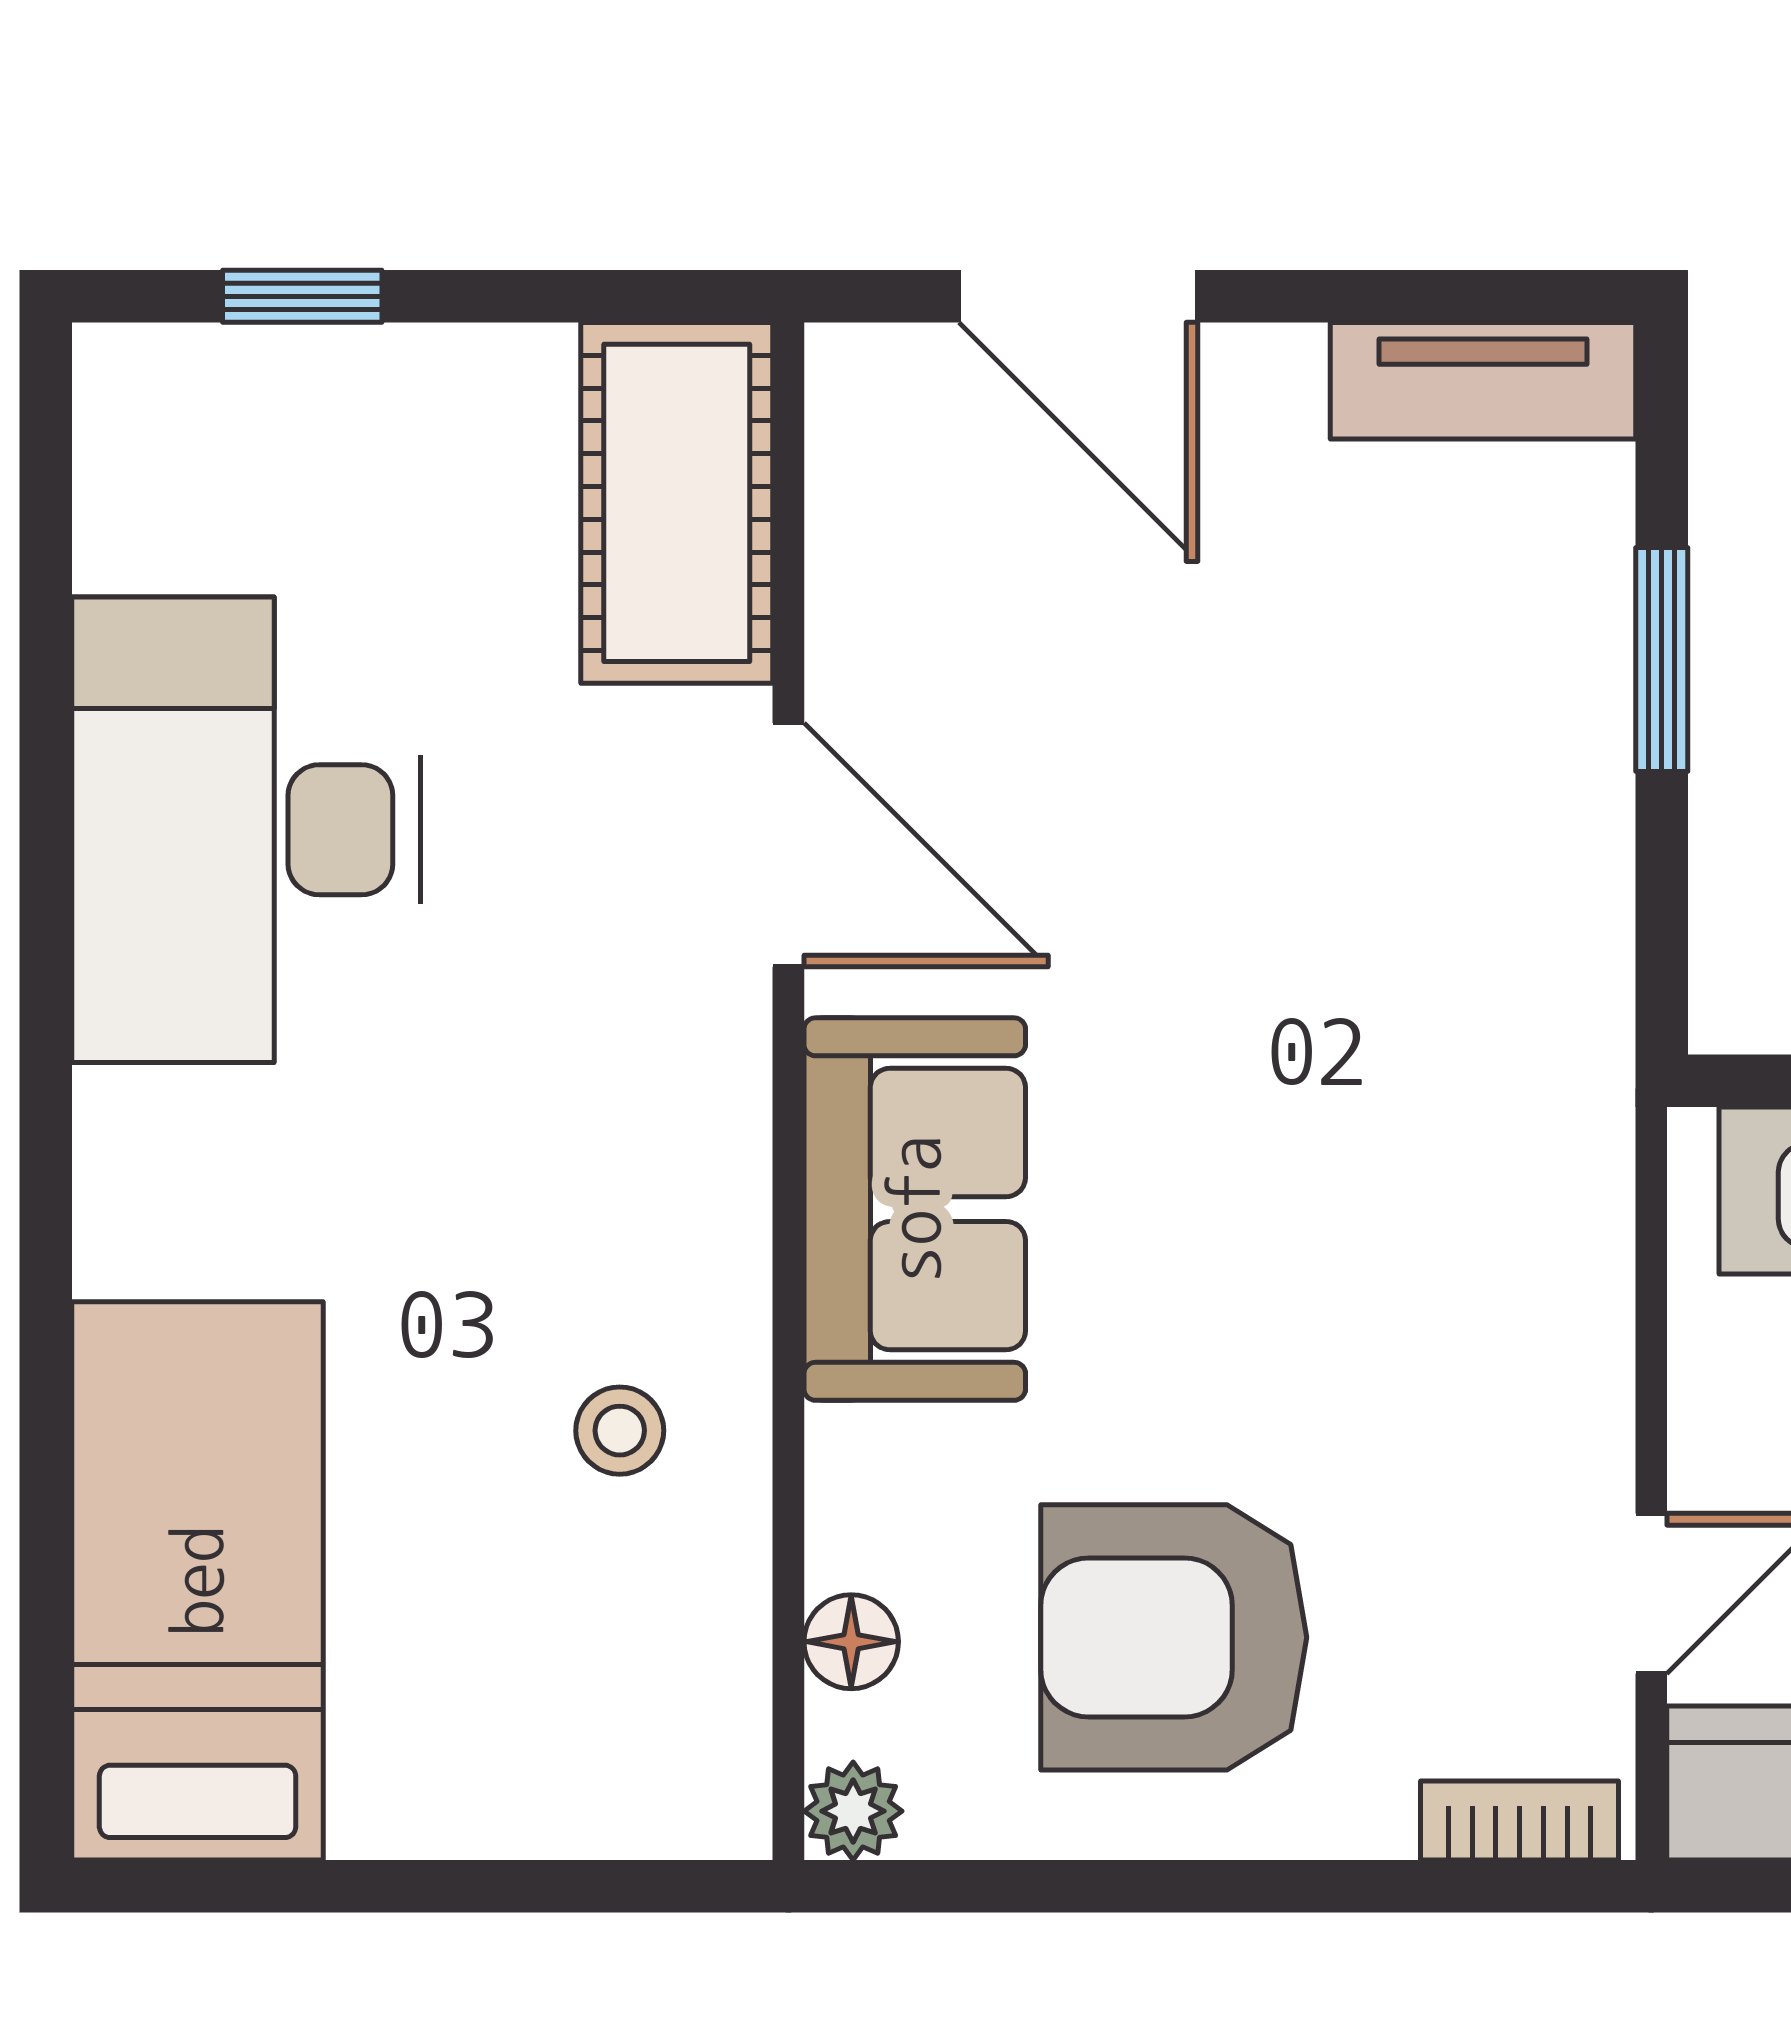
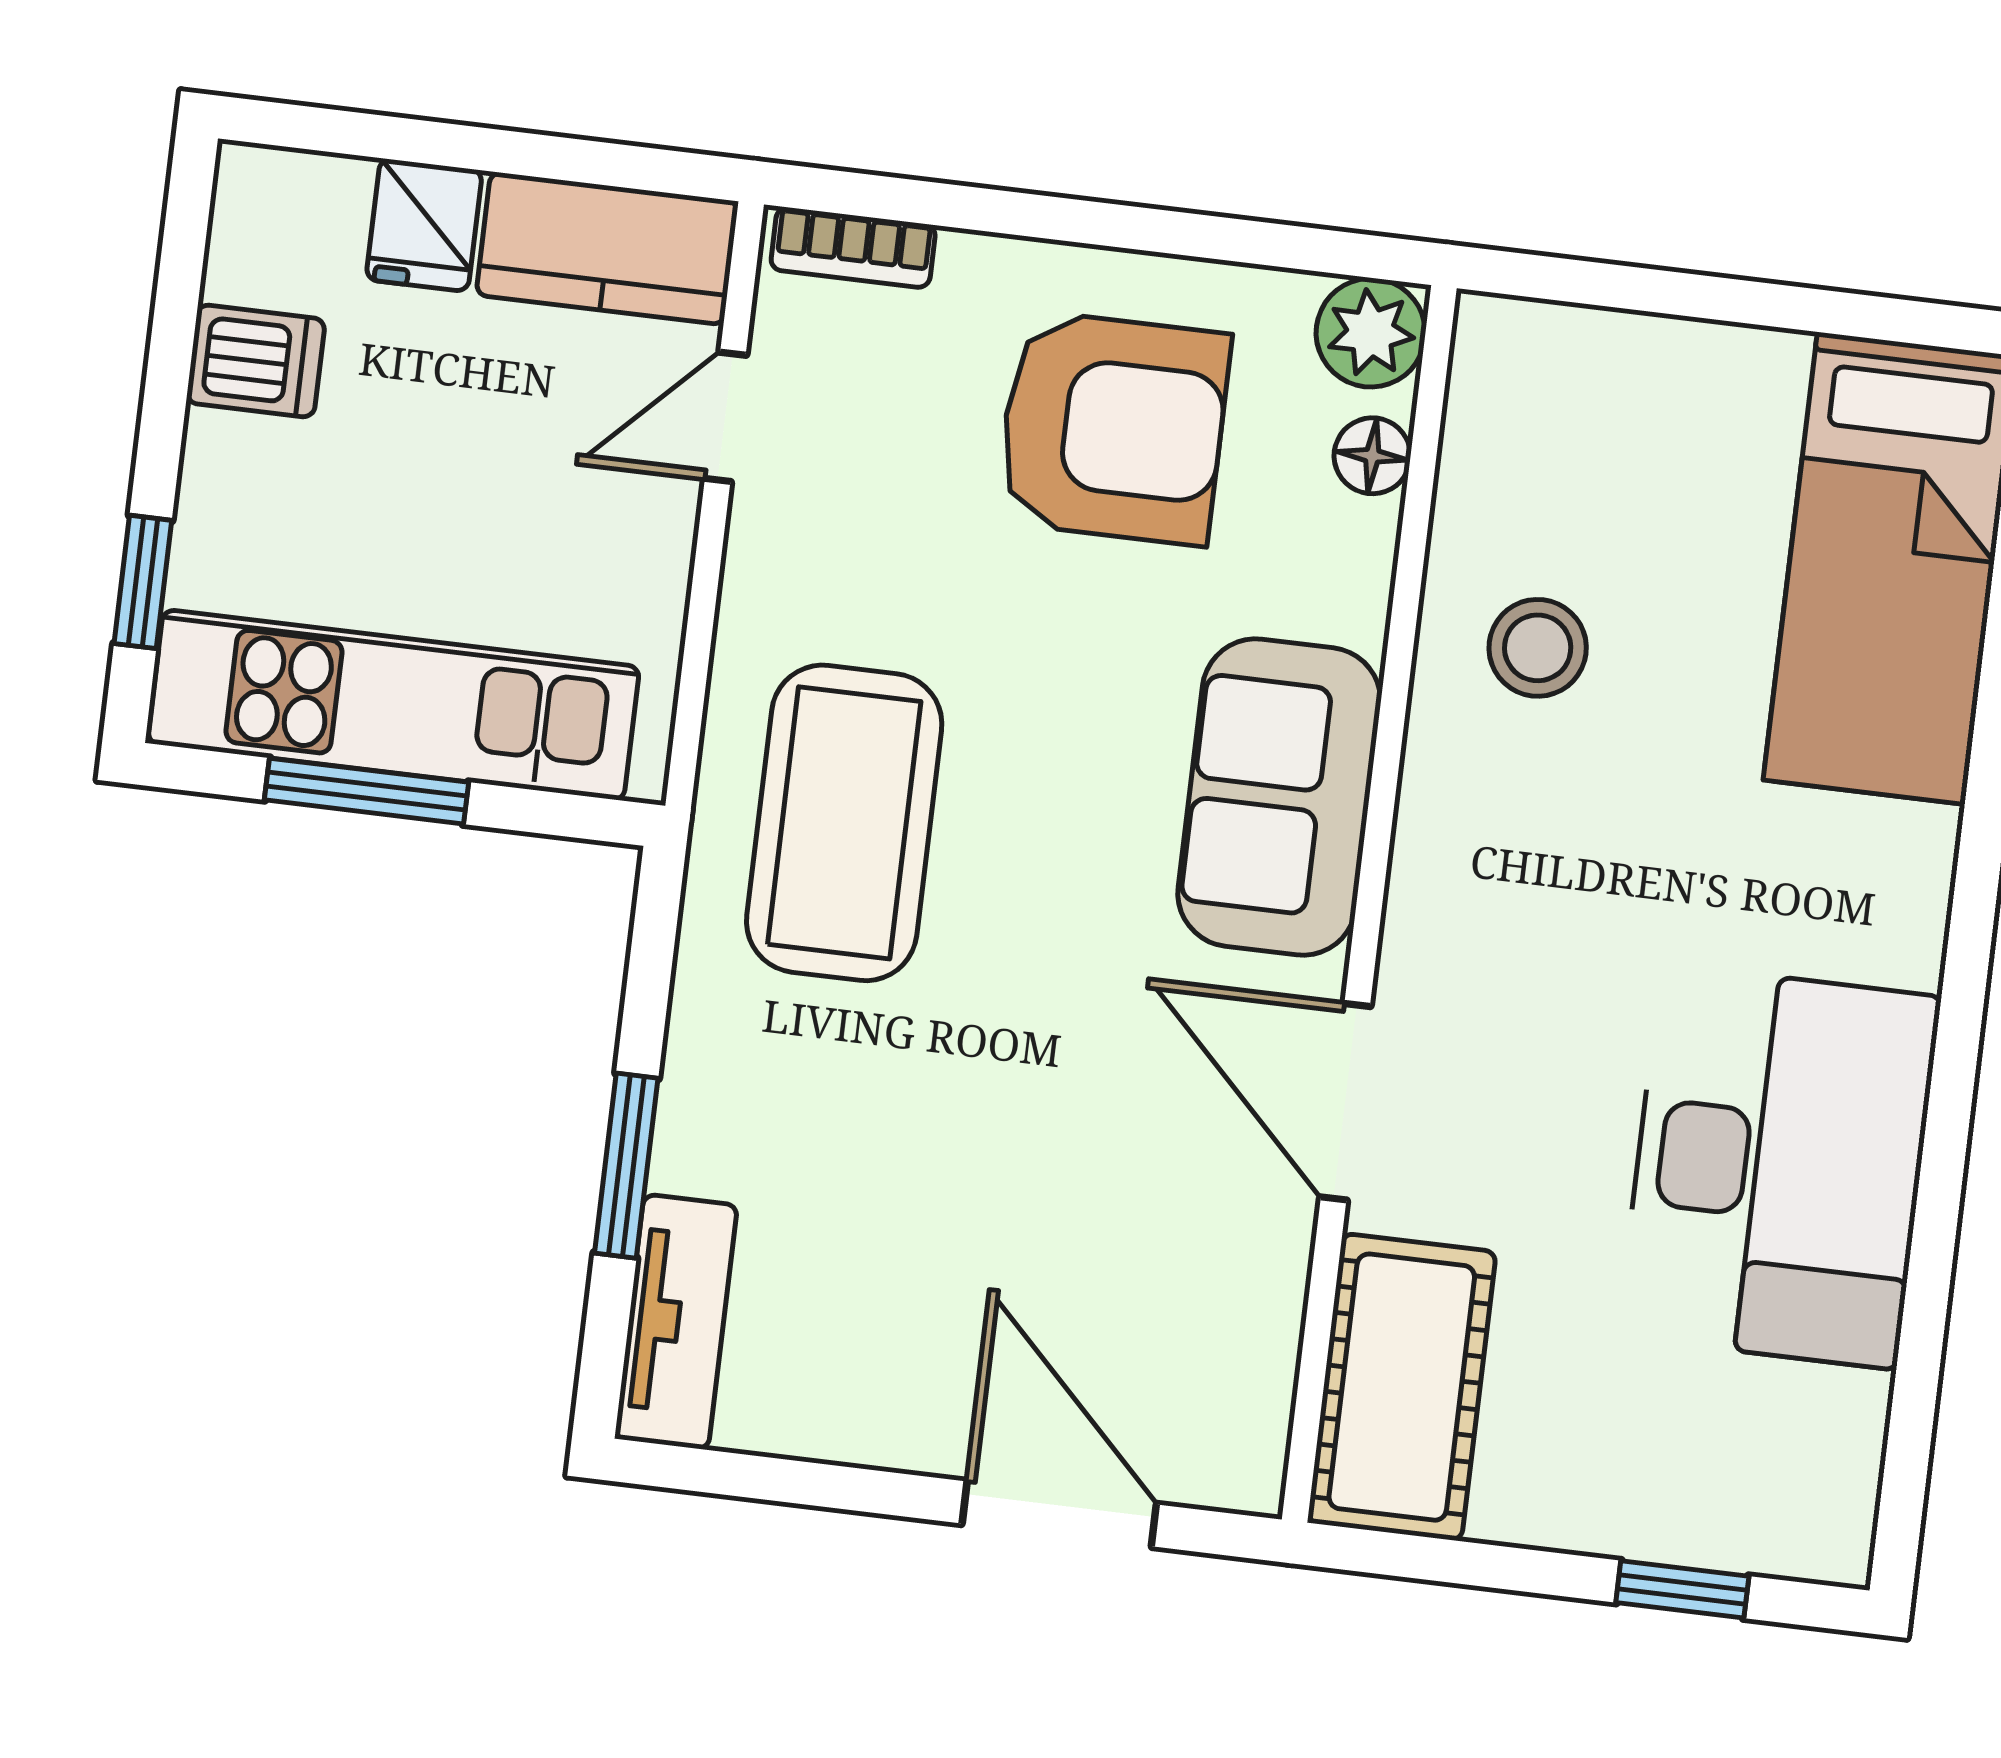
tv unit: (1483, 381) -> (676, 1322), moved, turned 90
coffee table: (1445, 1113) -> (844, 823), added
stool: (620, 1431) -> (1538, 648), width x1.37, depth x1.37
plant: (853, 1811) -> (1371, 333), width x1.38, depth x1.38

